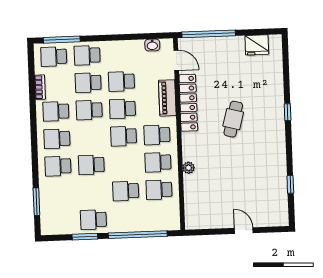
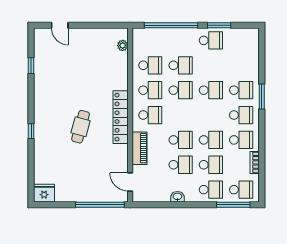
washbasin: (152, 45) -> (177, 197), moved
fridge: (257, 45) -> (44, 193), moved
locker: (188, 103) -> (121, 117), moved
school desk: (124, 136) -> (181, 90), moved
plant: (189, 168) -> (123, 45), moved
window: (36, 202) -> (262, 97), moved
door: (244, 231) -> (60, 25), moved

